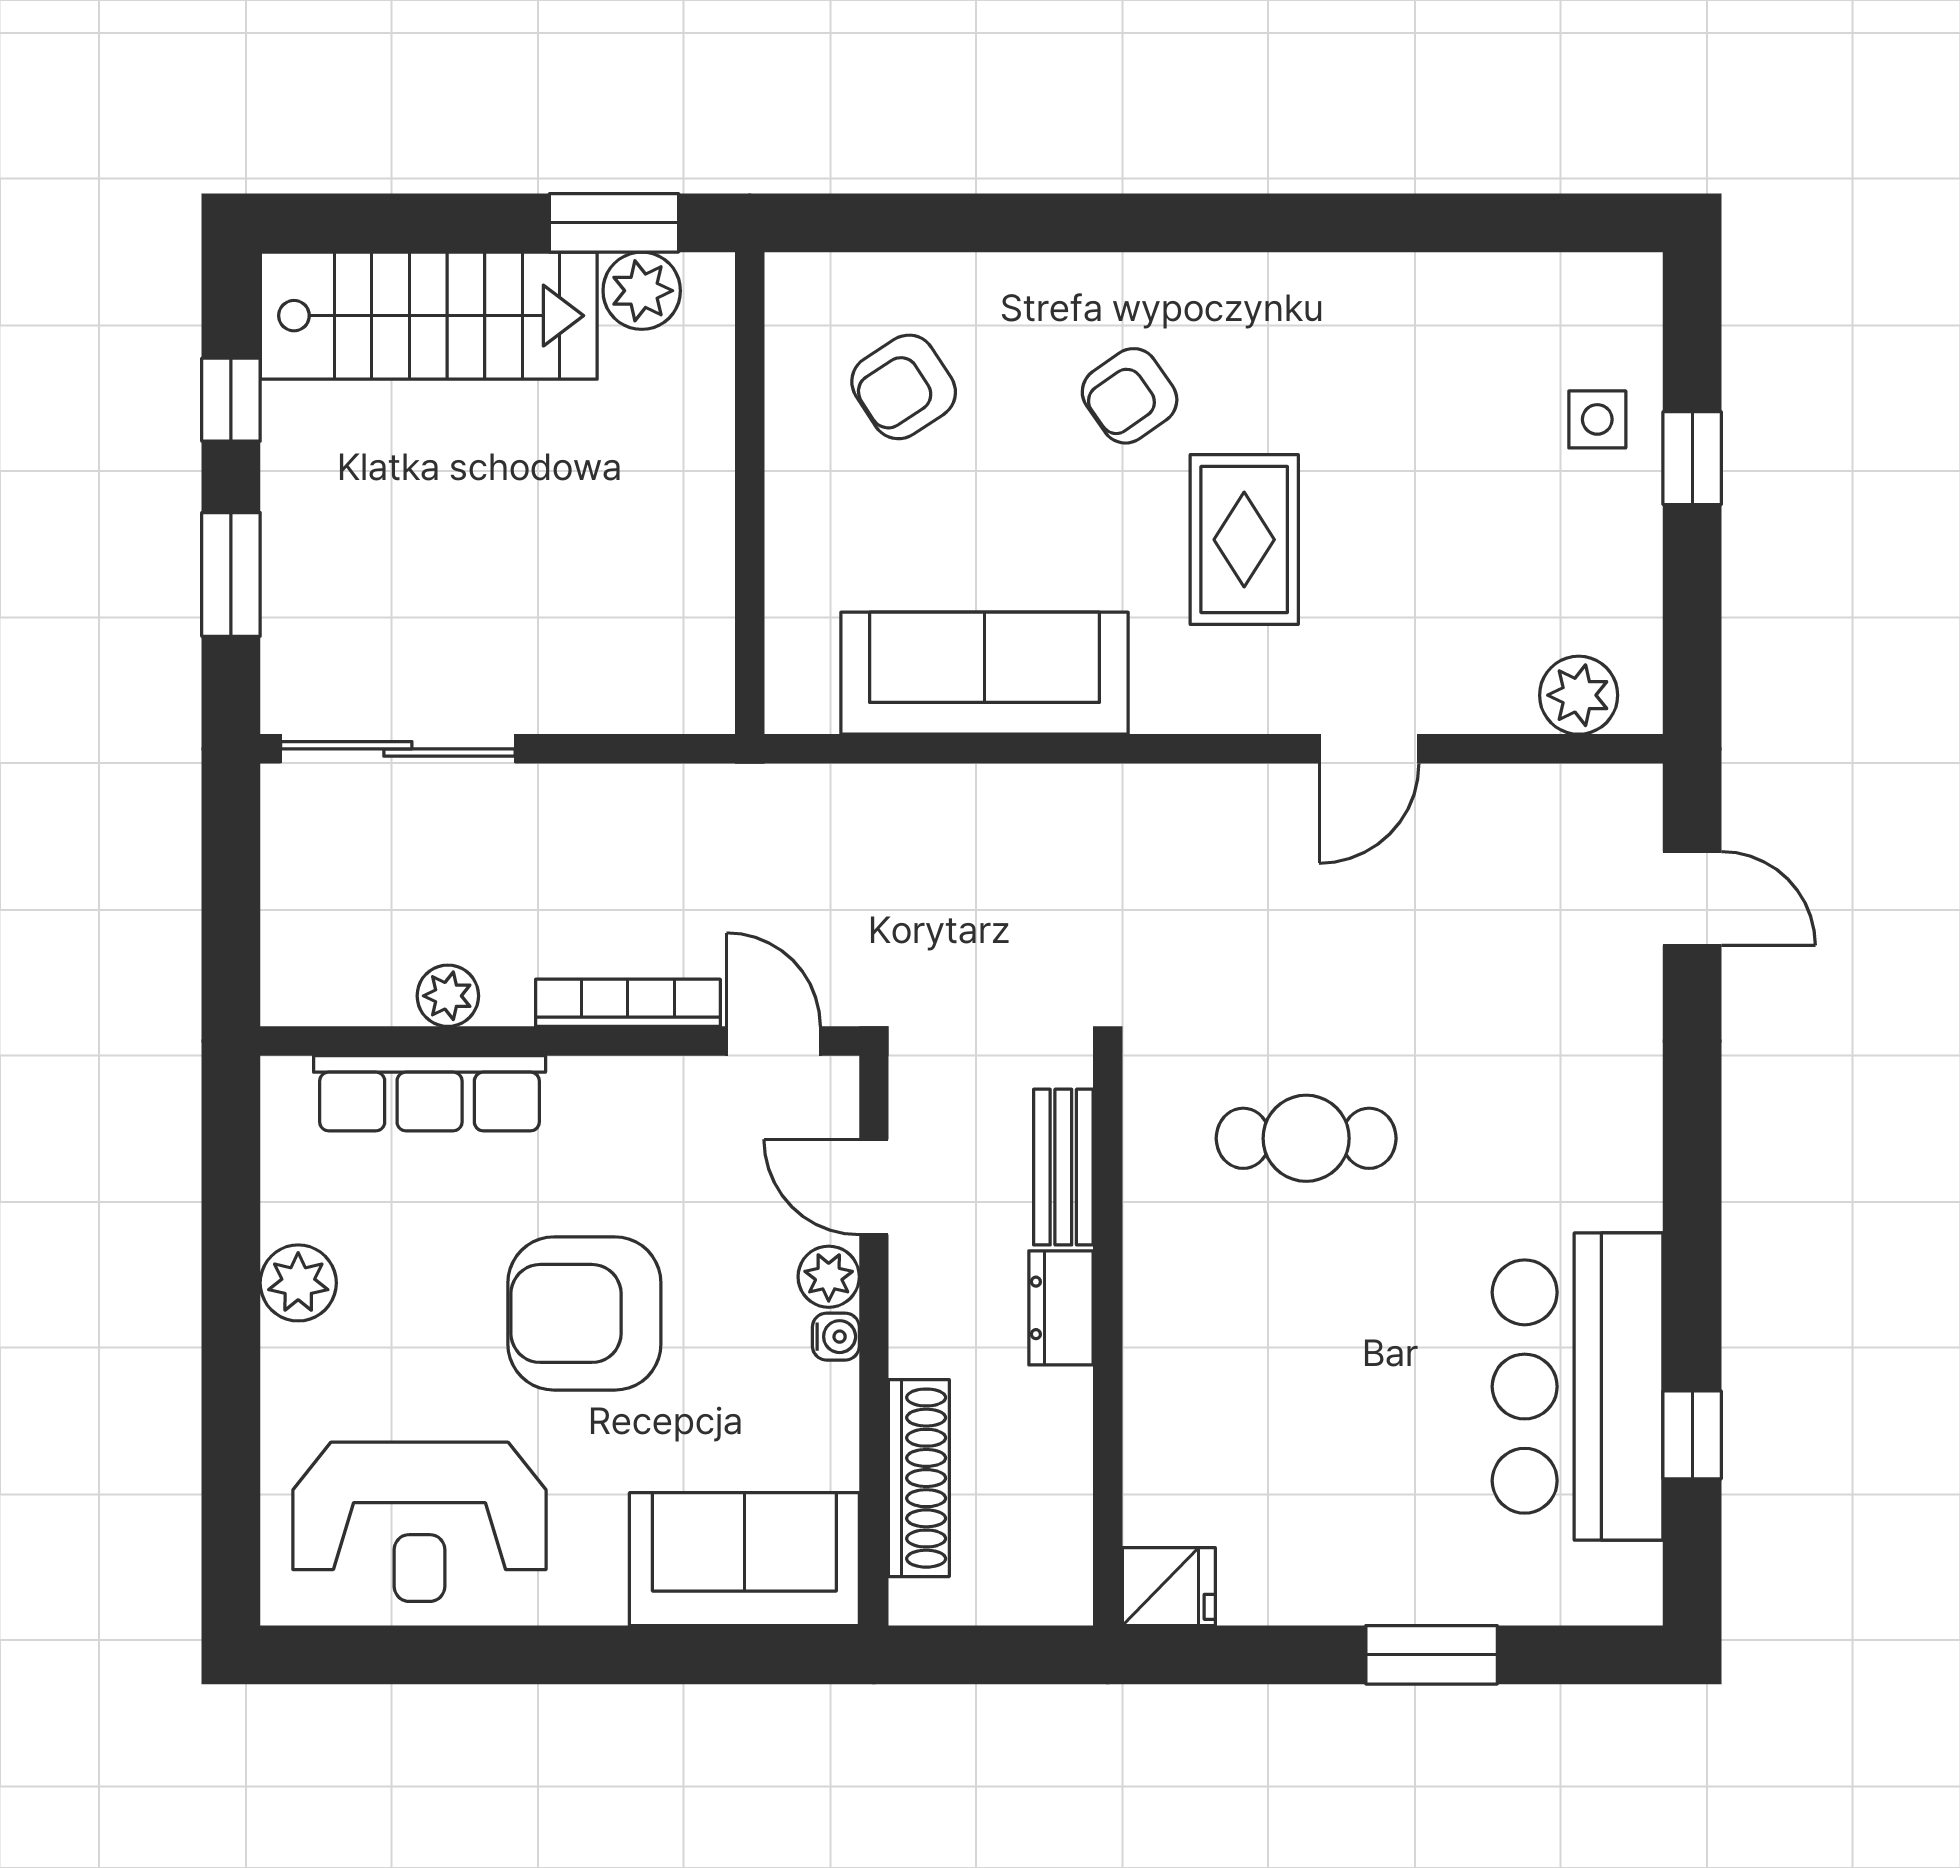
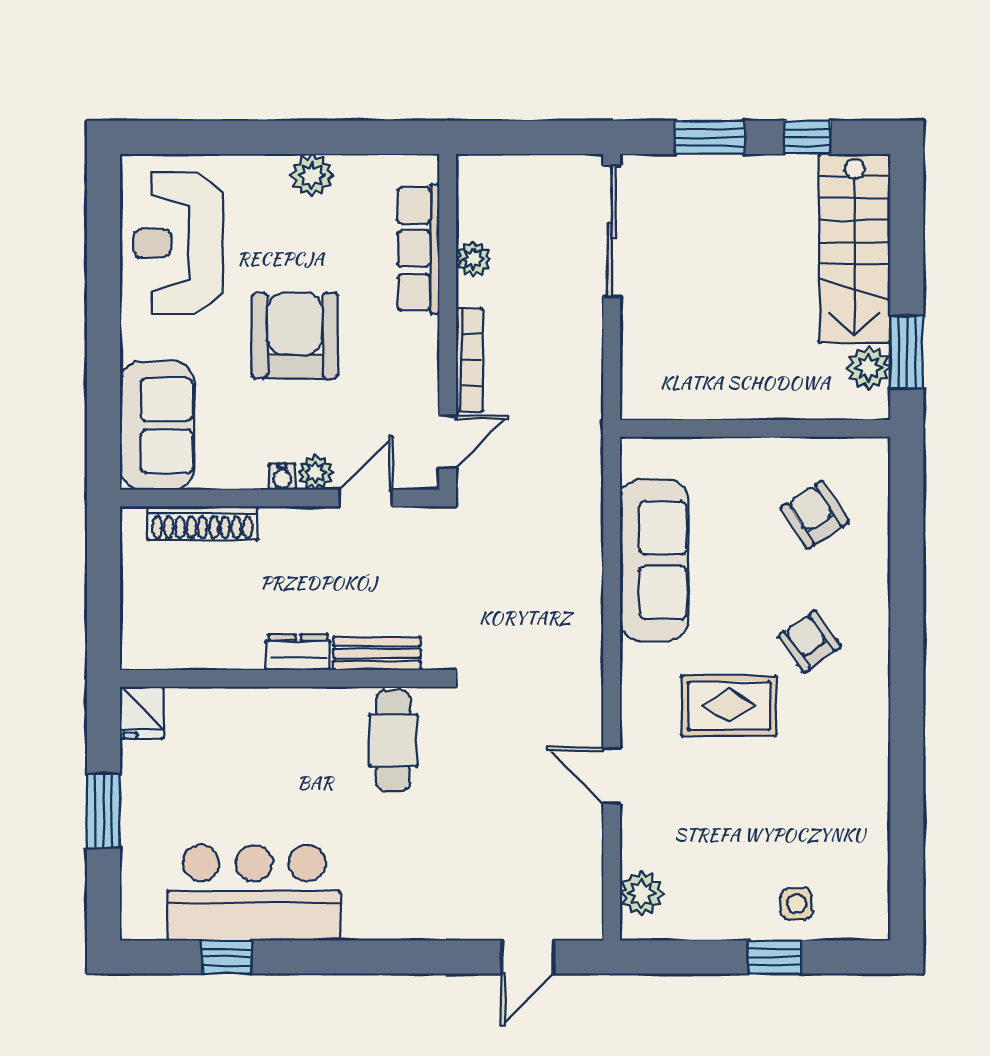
bench: (1063, 1167) -> (377, 653), moved
dresser: (1061, 1308) -> (298, 652), moved
wall: (1108, 1341) -> (280, 678), moved
fridge: (1169, 1587) -> (142, 713), moved

